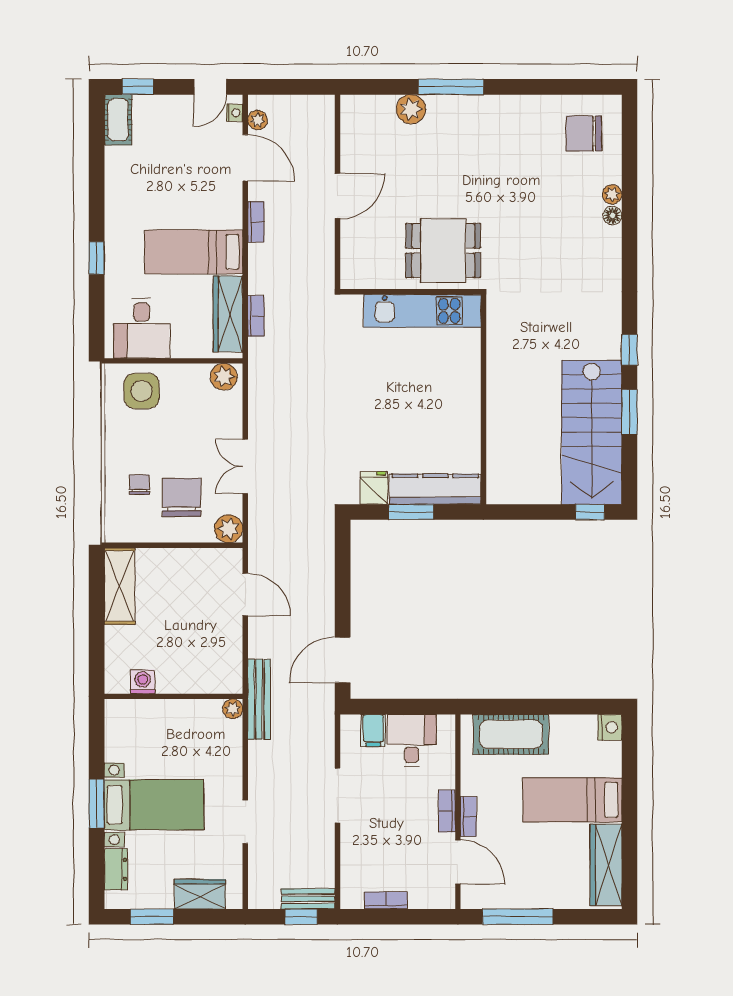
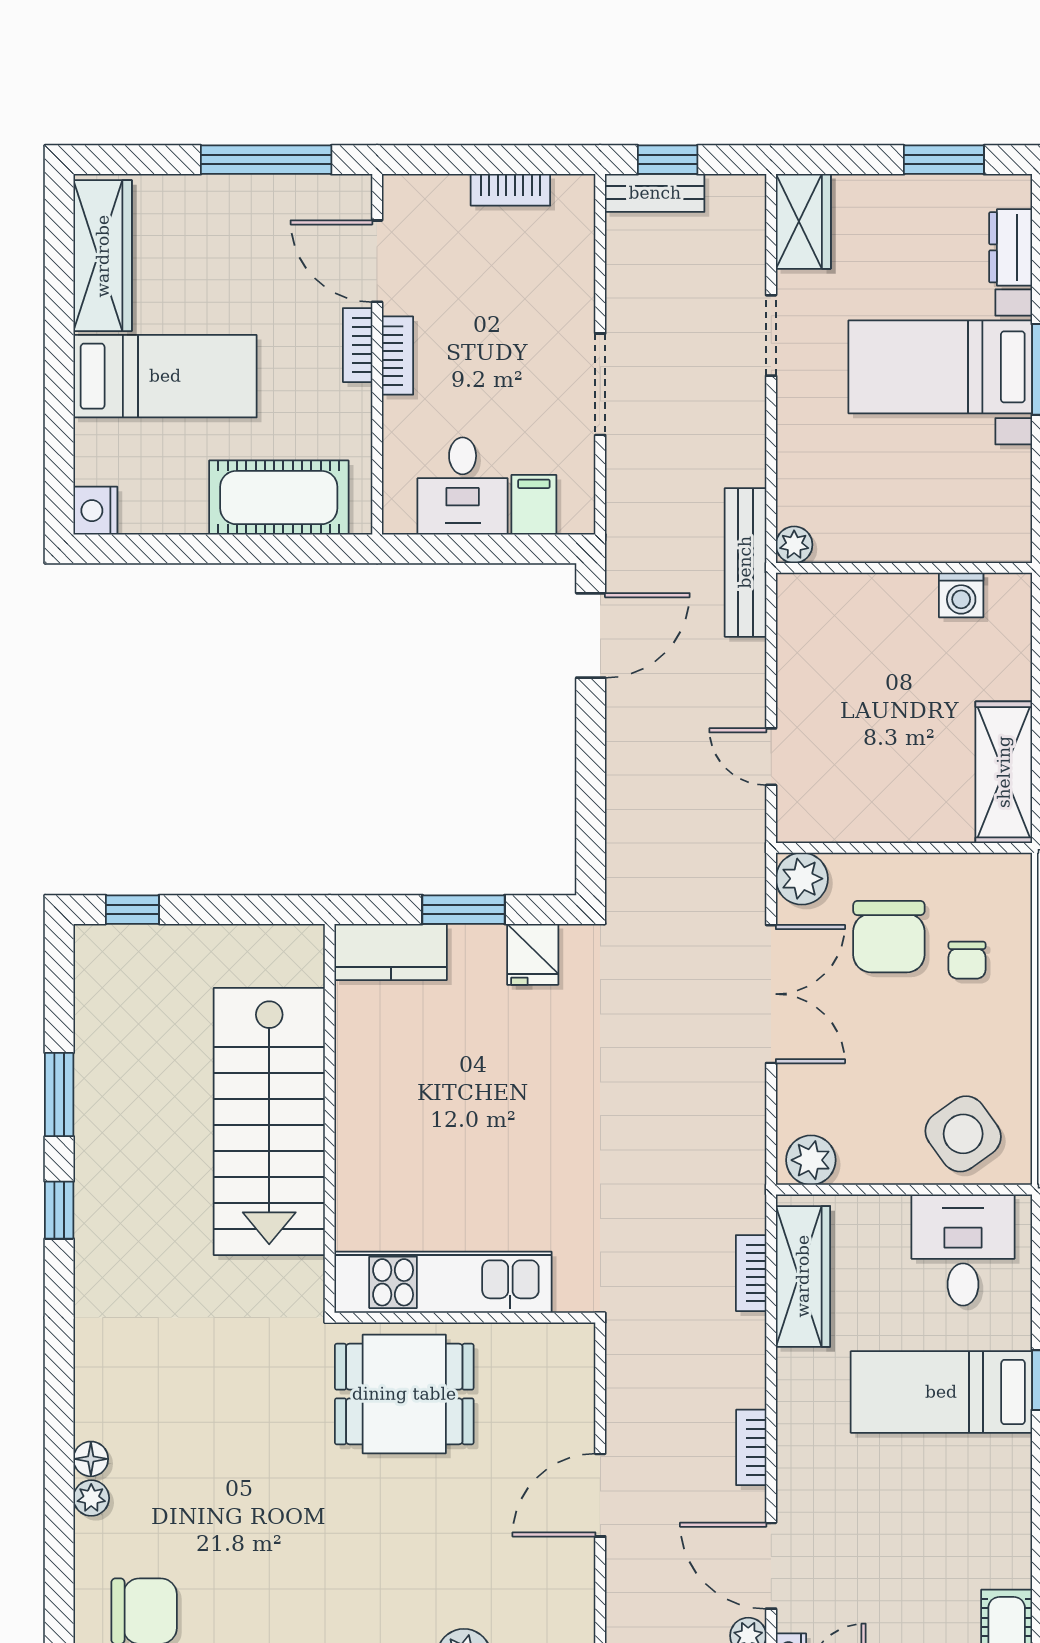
bed: (194, 252) -> (941, 1392), moved, turned 180
side table: (142, 391) -> (963, 1134), turned -36
stairs: (592, 432) -> (269, 1121), moved, turned 180
double door: (245, 466) -> (771, 994), width x1.37
kitchen counter: (435, 489) -> (391, 952), width x0.67
door: (245, 595) -> (771, 757), width x0.73
wardrobe: (200, 894) -> (803, 221), moved, turned -90

